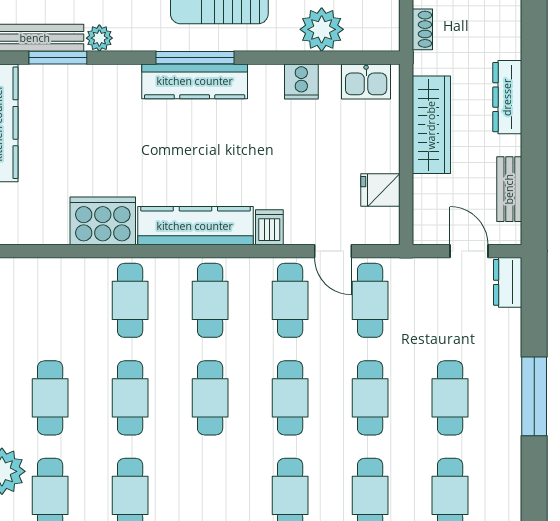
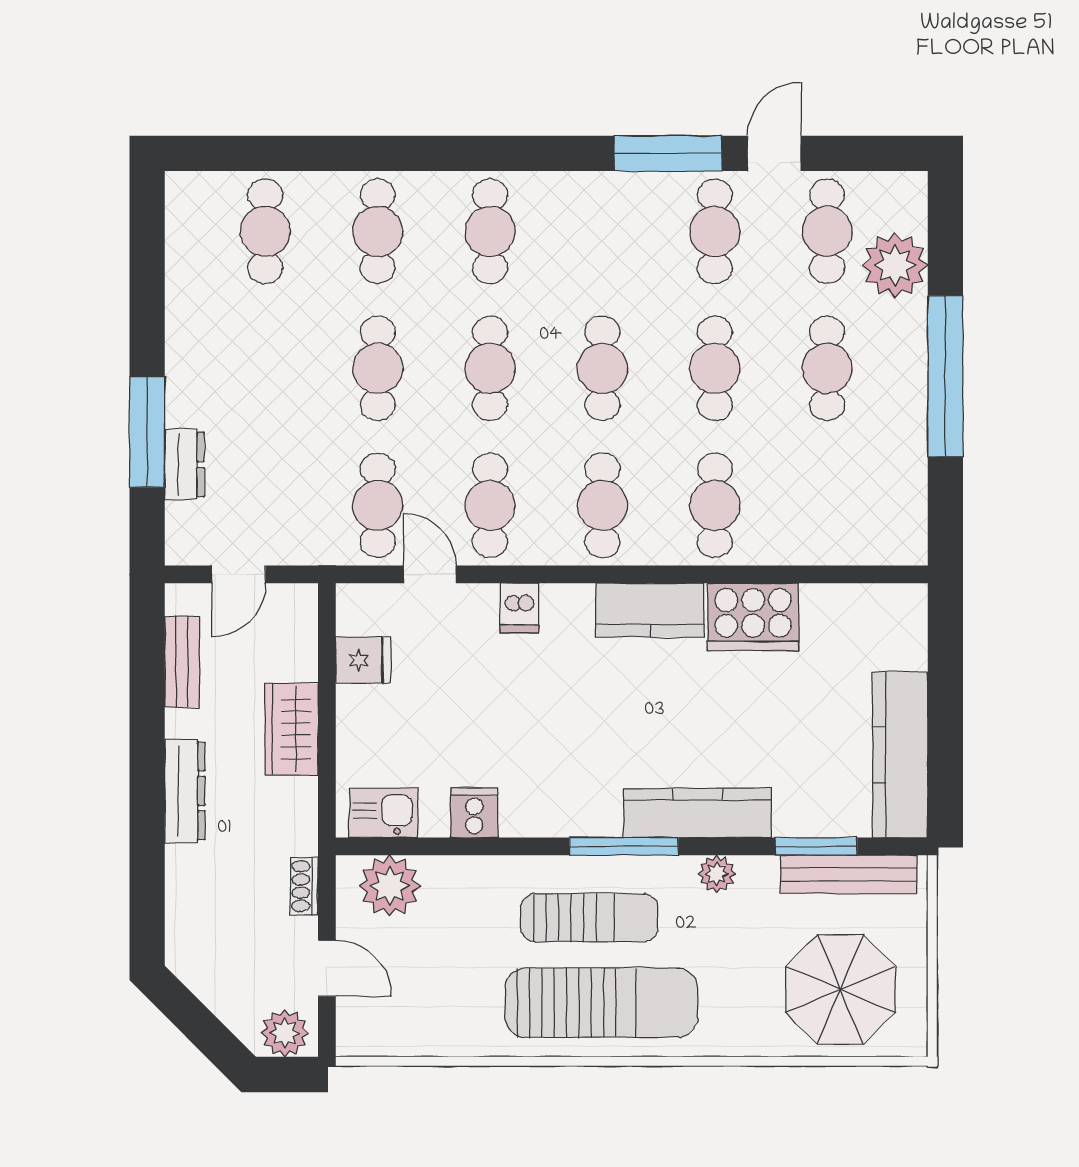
plant: (322, 29) -> (390, 886), moved
plant: (99, 38) -> (717, 874), moved
kitchen counter: (195, 81) -> (698, 813), moved
wardrobe: (431, 125) -> (292, 729), width x0.67
kitchen counter: (195, 226) -> (650, 610), width x0.67
door: (469, 251) -> (239, 574), hinge flipped
dresser: (508, 282) -> (184, 464), moved
window: (534, 396) -> (147, 432), moved
cafe table: (450, 398) -> (265, 368), removed

